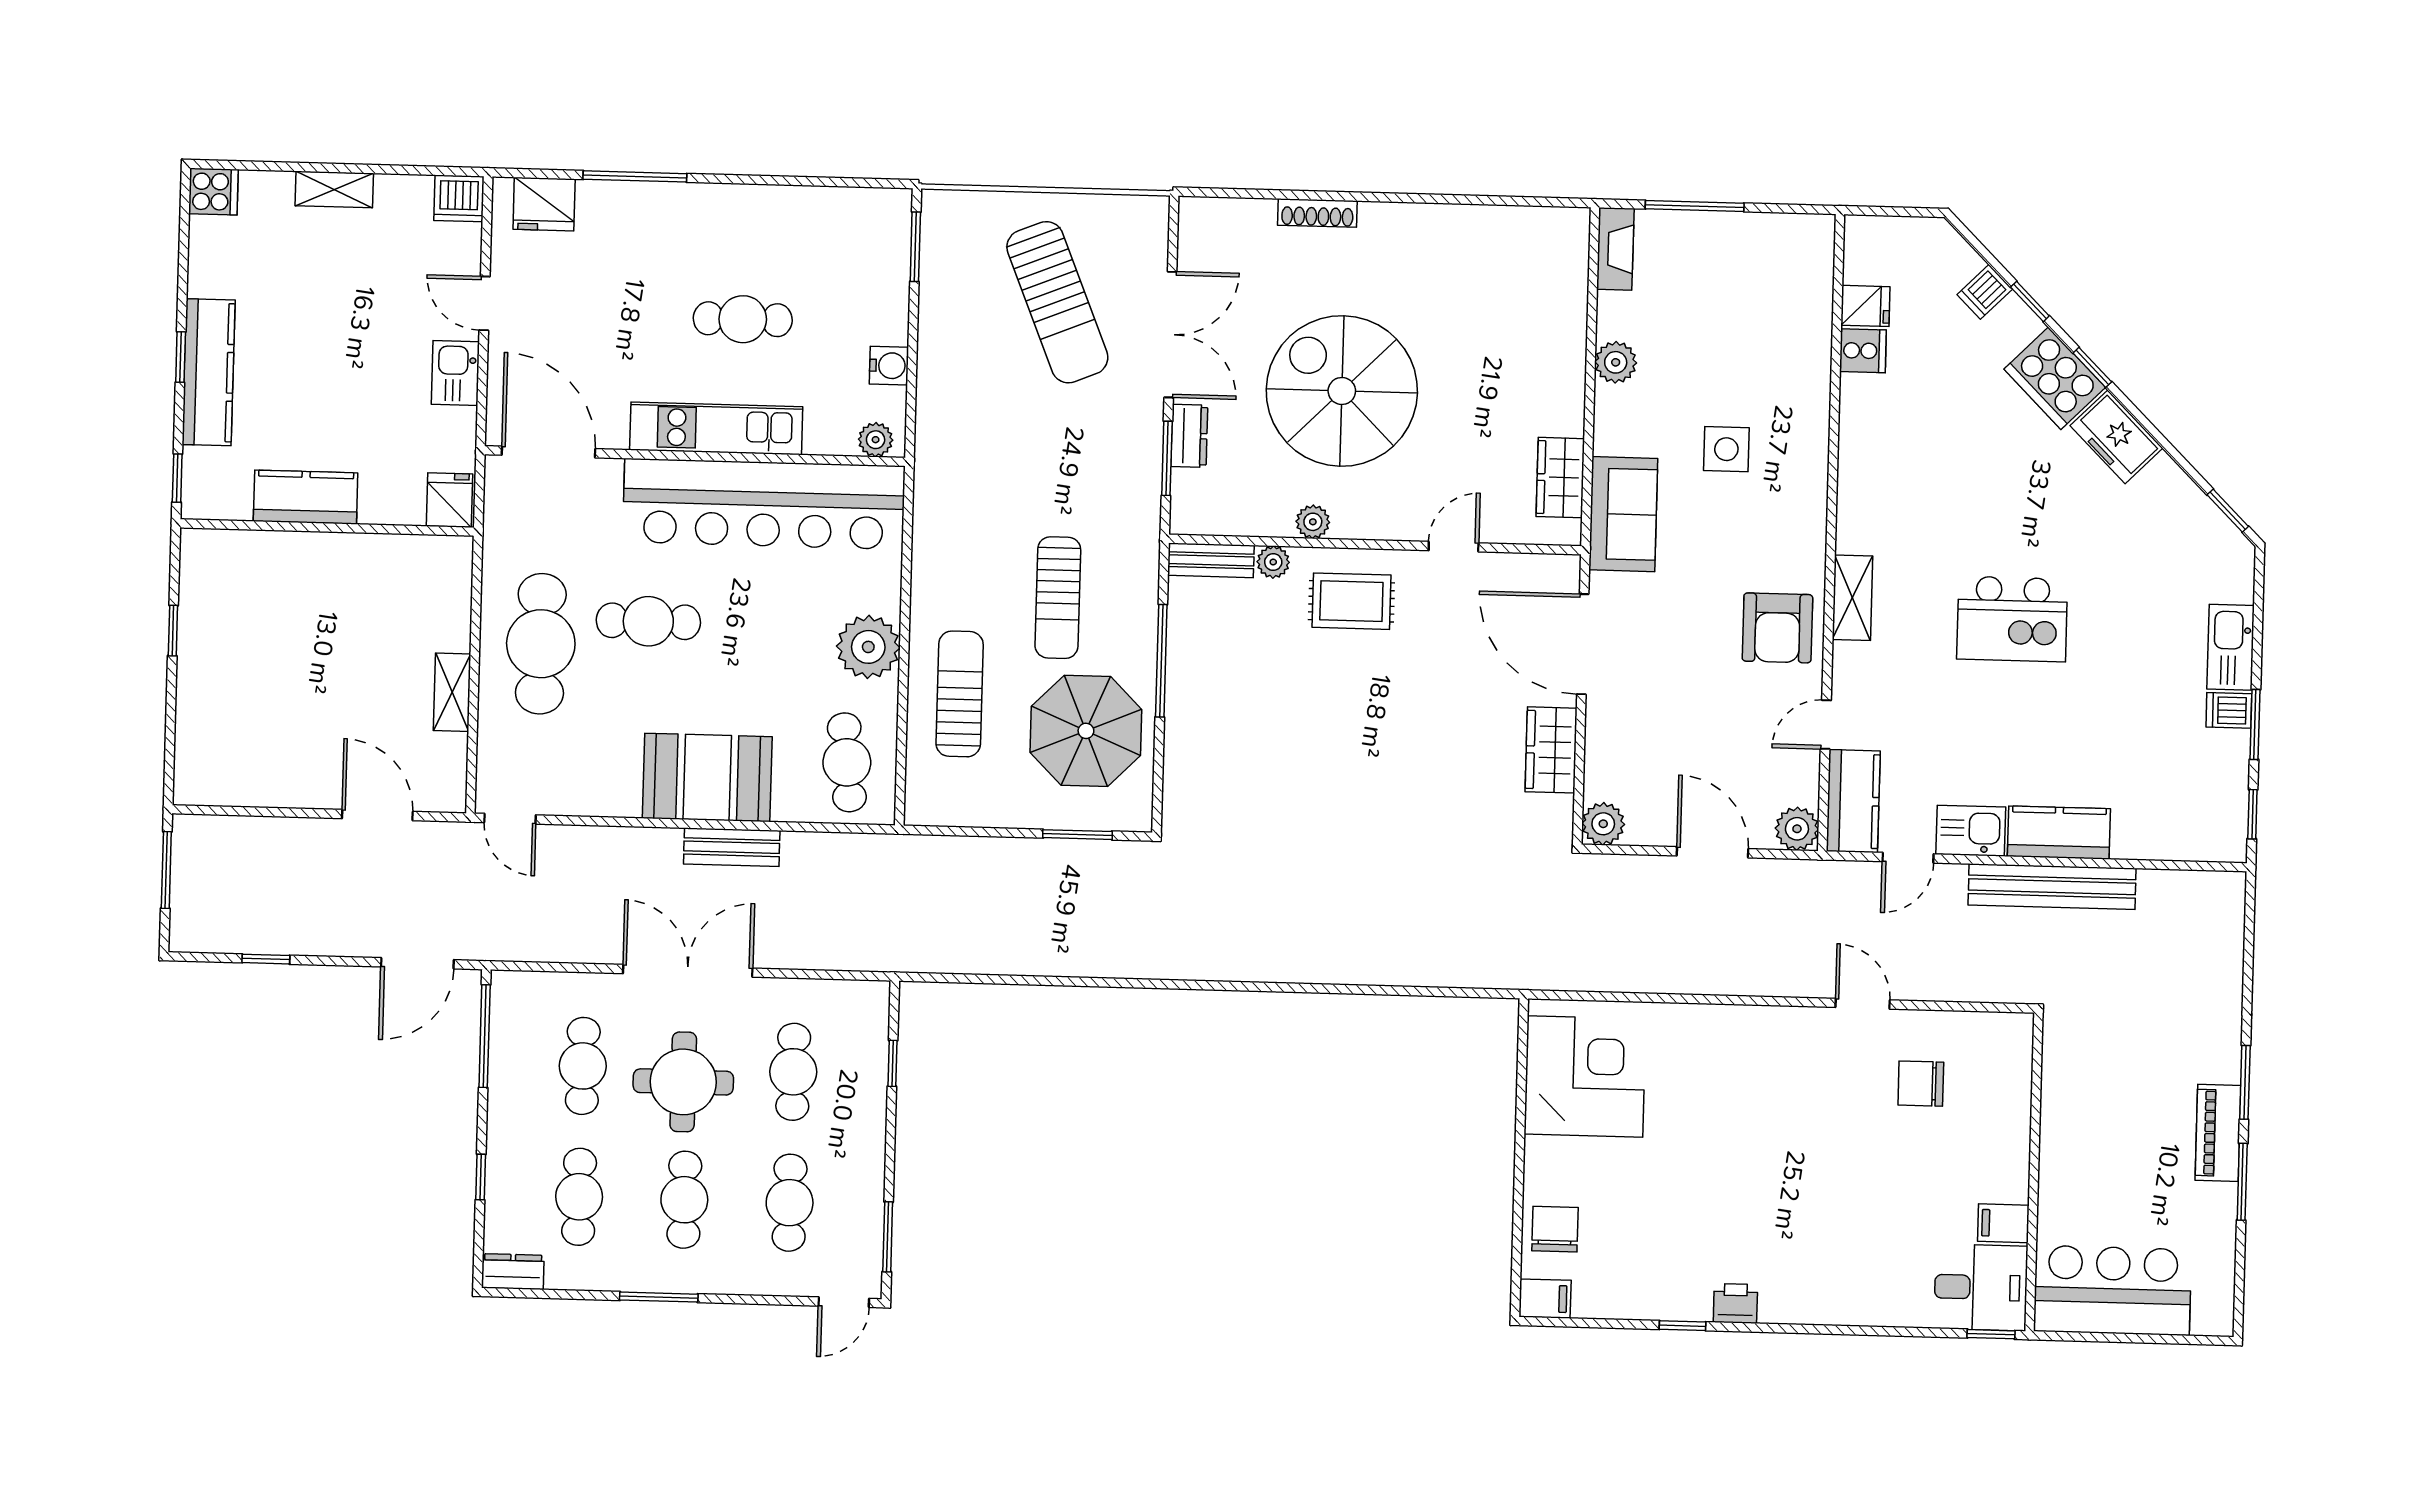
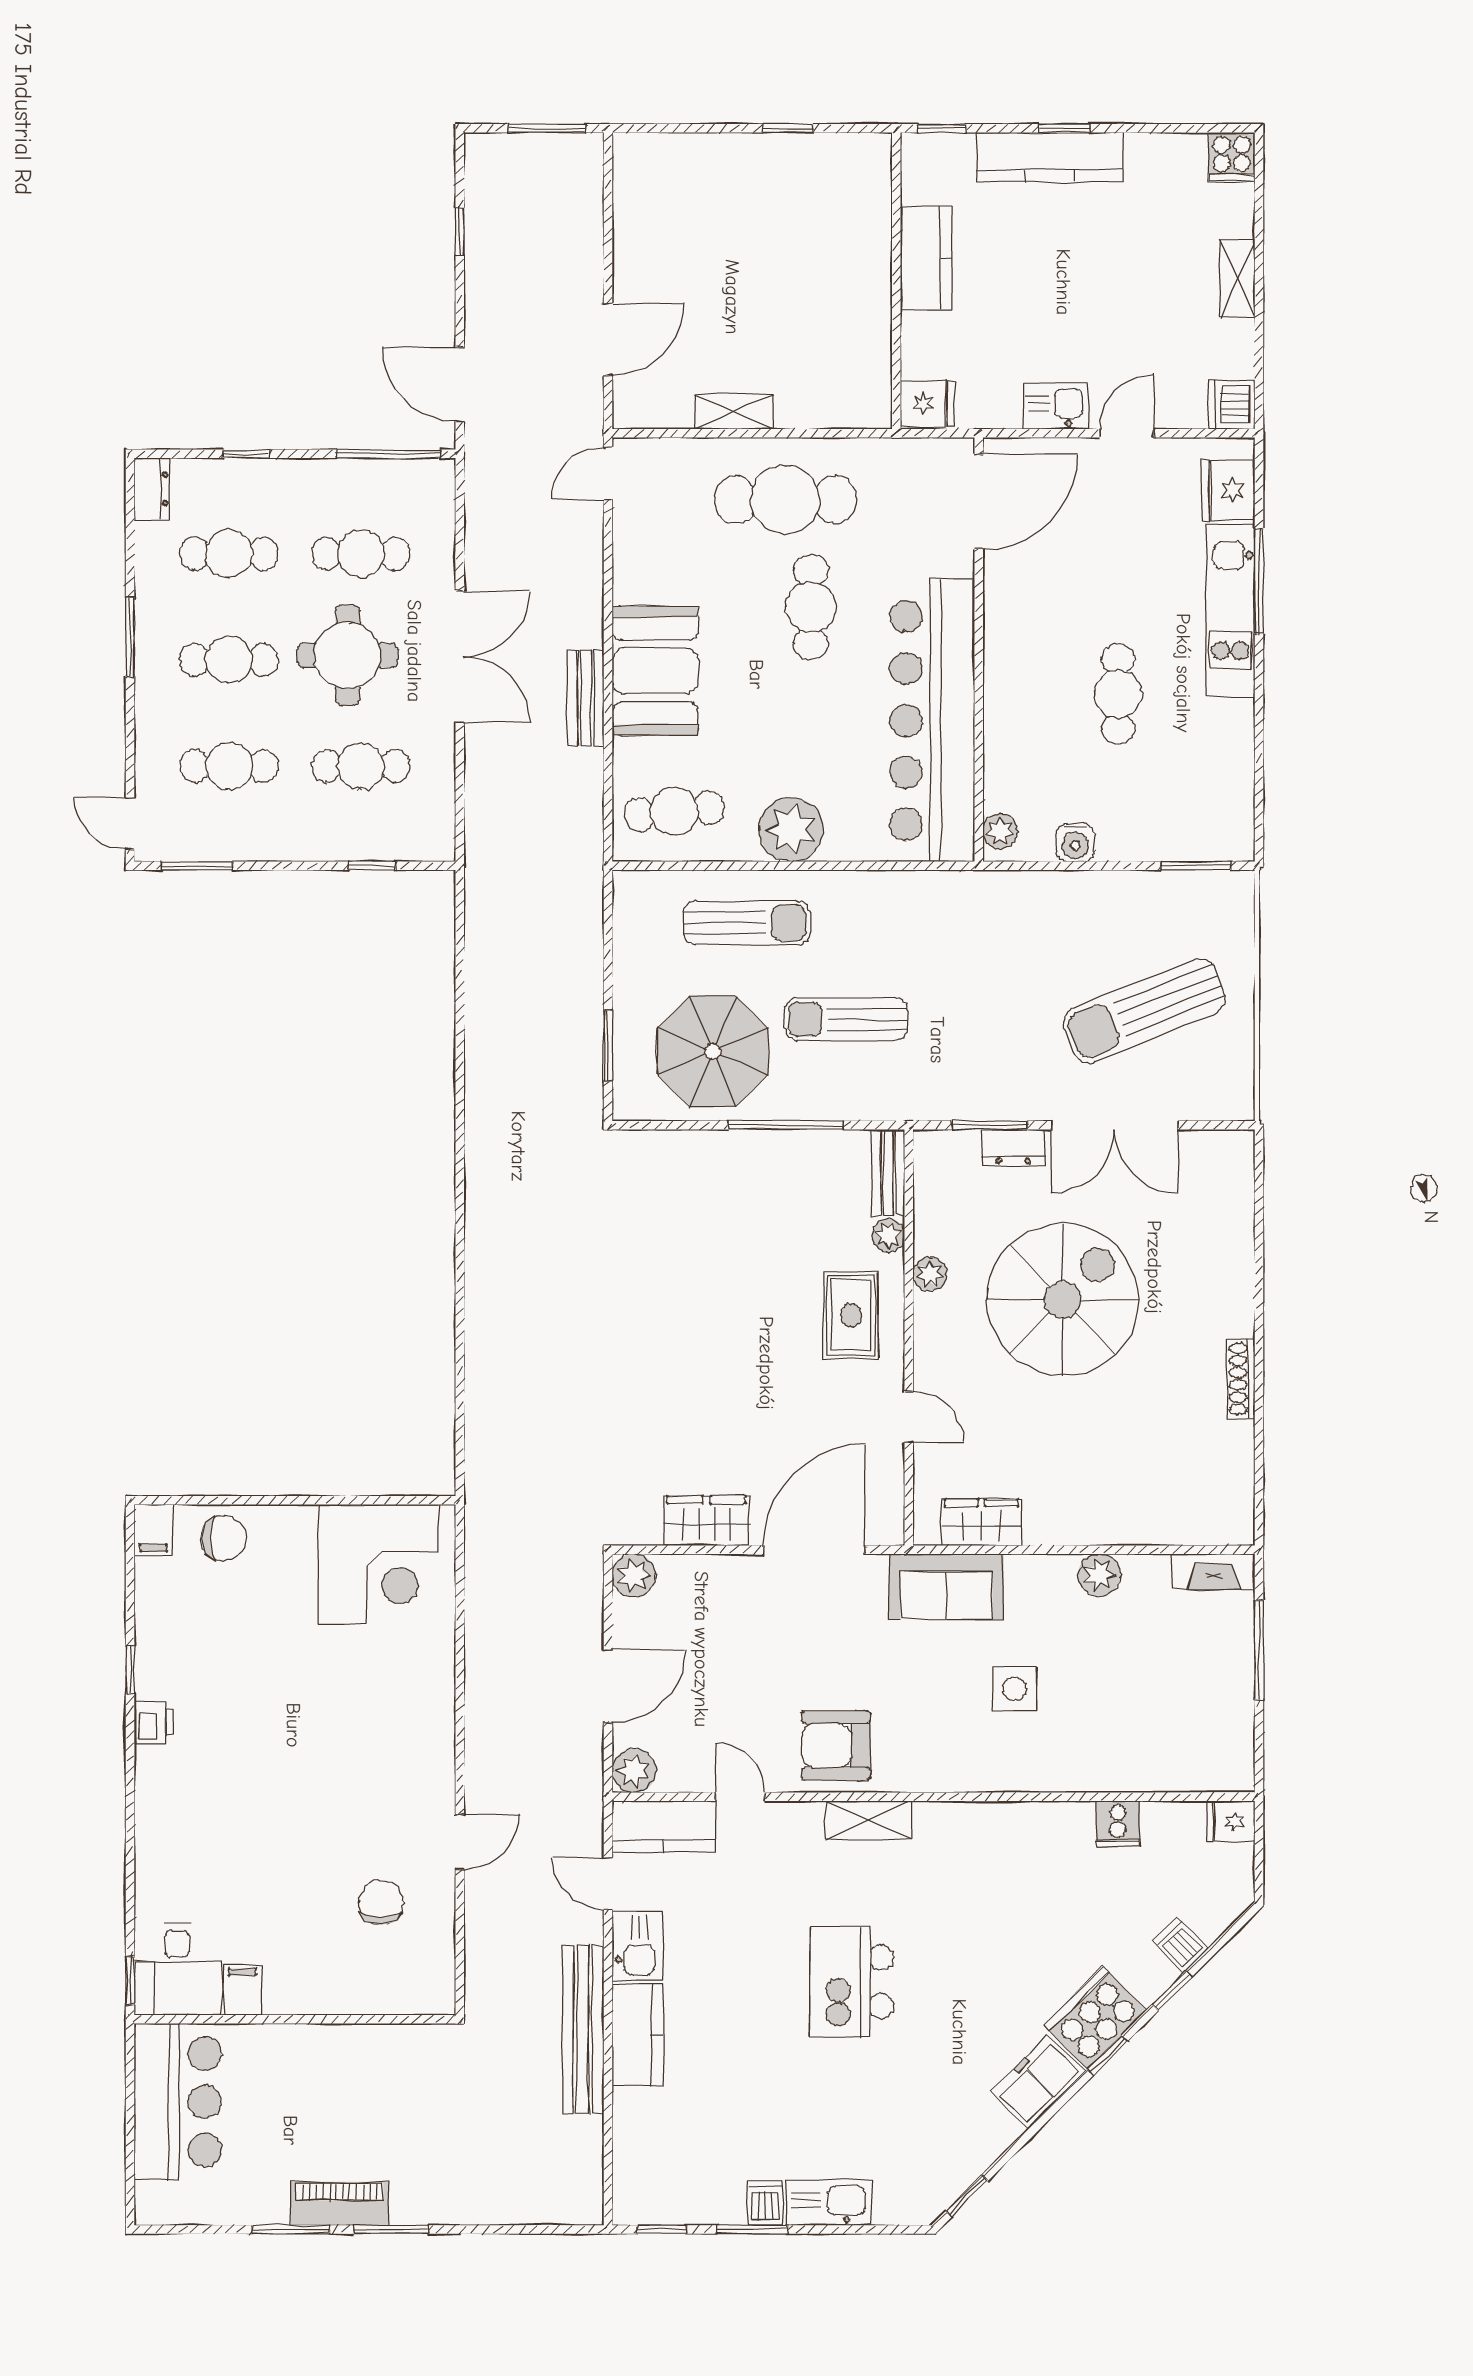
shoe rack: (1317, 213) -> (1241, 1379), moved
fridge: (1865, 306) -> (1231, 1821), moved, turned 90
kitchen unit: (716, 428) -> (1230, 611), moved, turned 180

